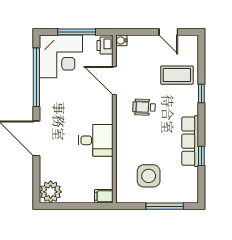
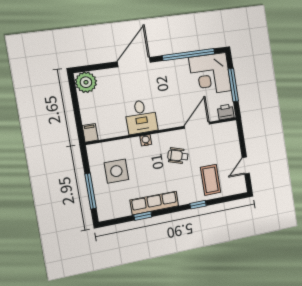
water cooler: (121, 40) -> (146, 140), moved
wheelchair: (144, 107) -> (178, 156), turned -75

